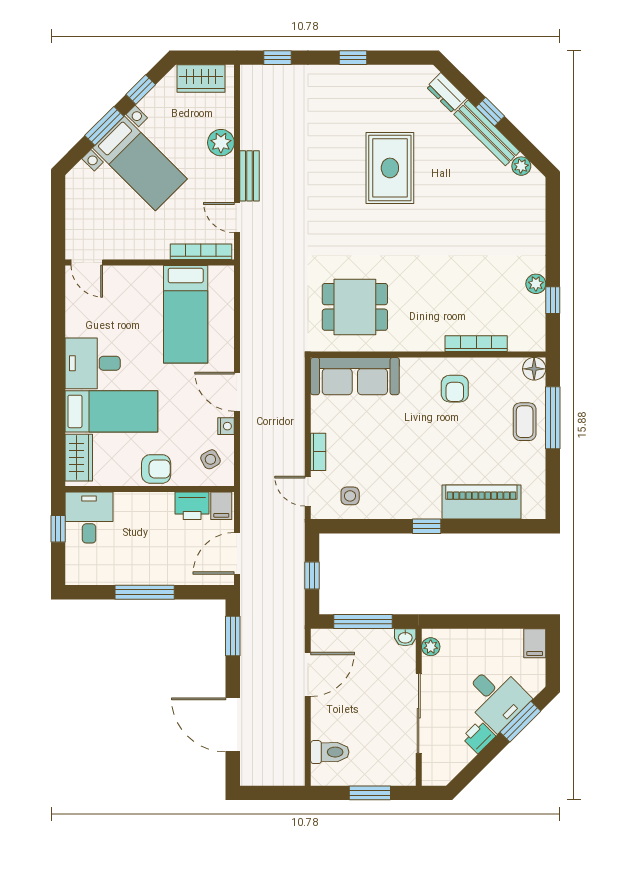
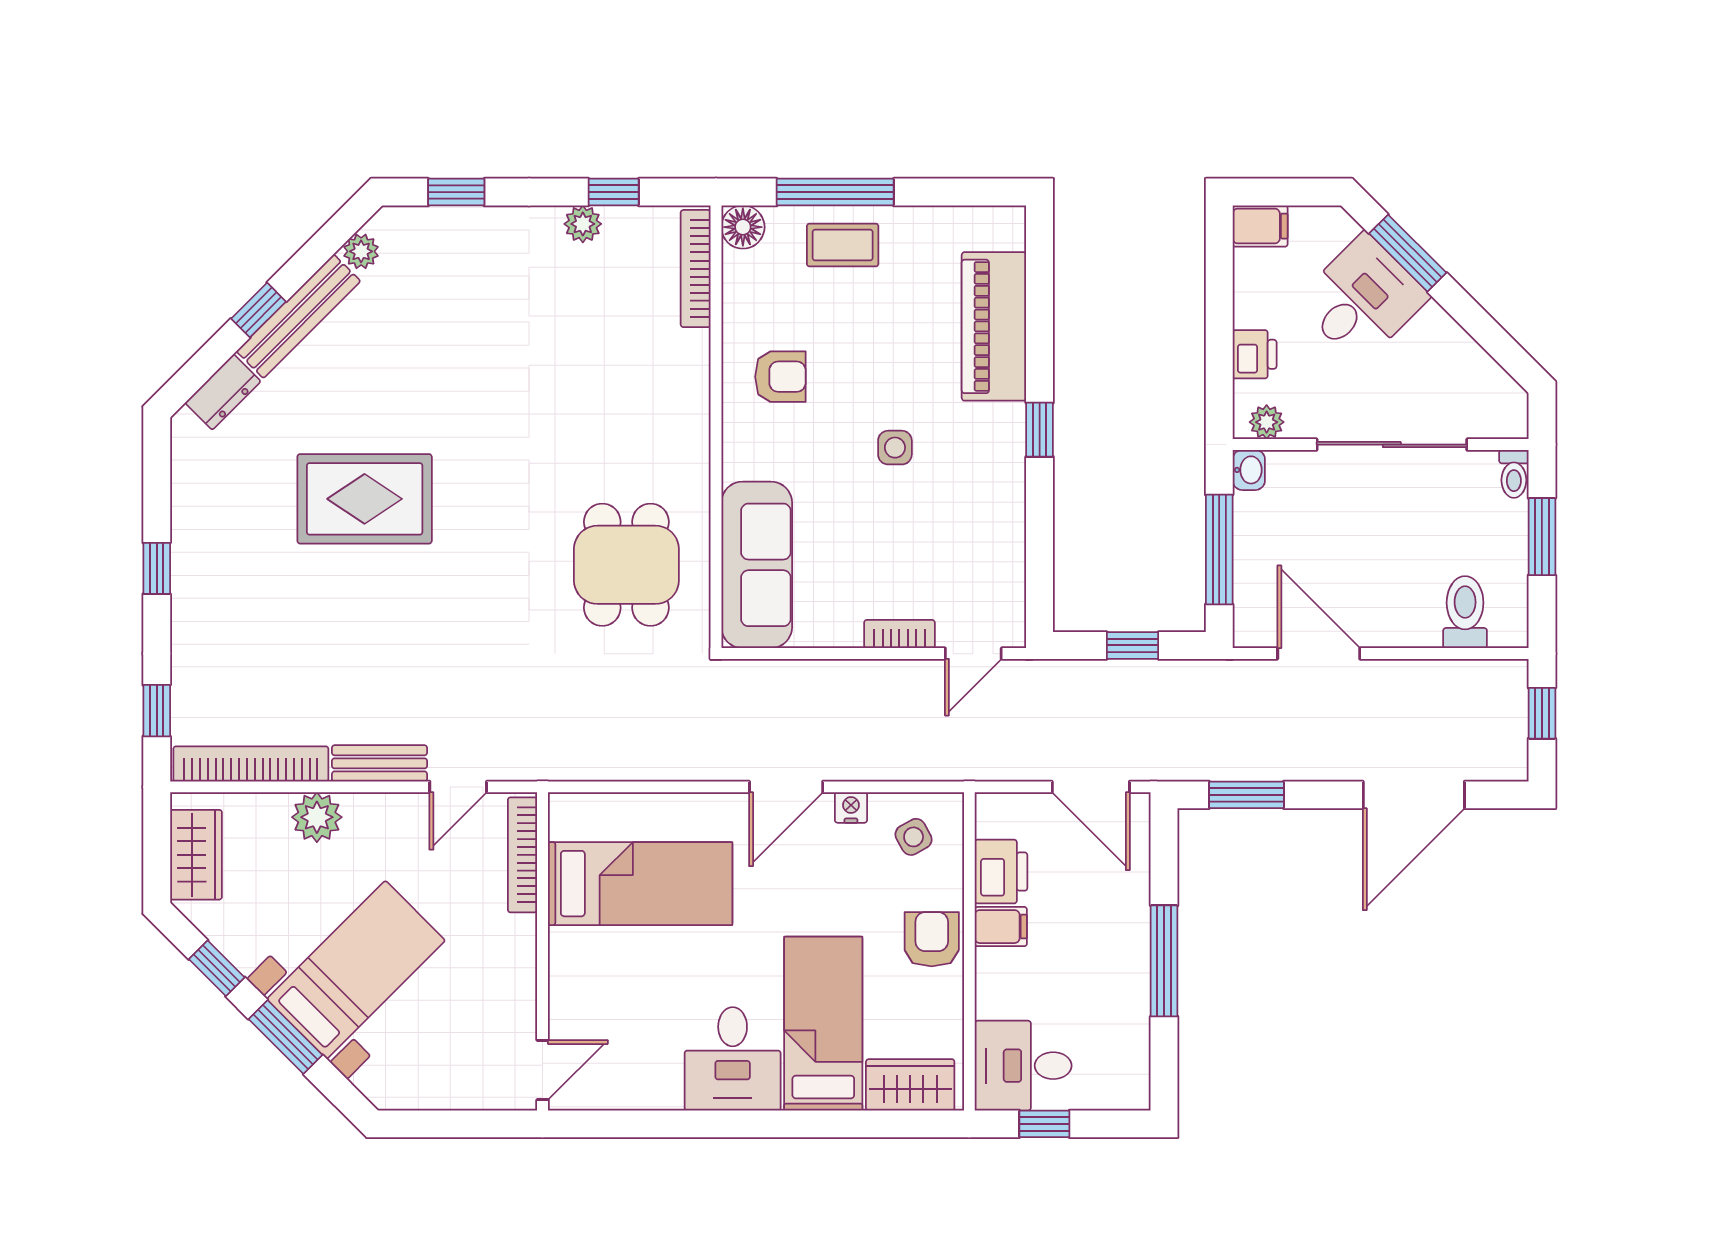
bookcase: (249, 108) -> (251, 764), added
window: (553, 217) -> (456, 192), added
bookcase: (476, 344) -> (696, 269), moved
side table: (350, 496) -> (895, 448), moved
filing cabinet: (221, 506) -> (1001, 927), moved
printer: (479, 737) -> (1255, 354), moved, turned -135
toilet: (403, 778) -> (1514, 474), added
window: (276, 793) -> (1542, 713), added

